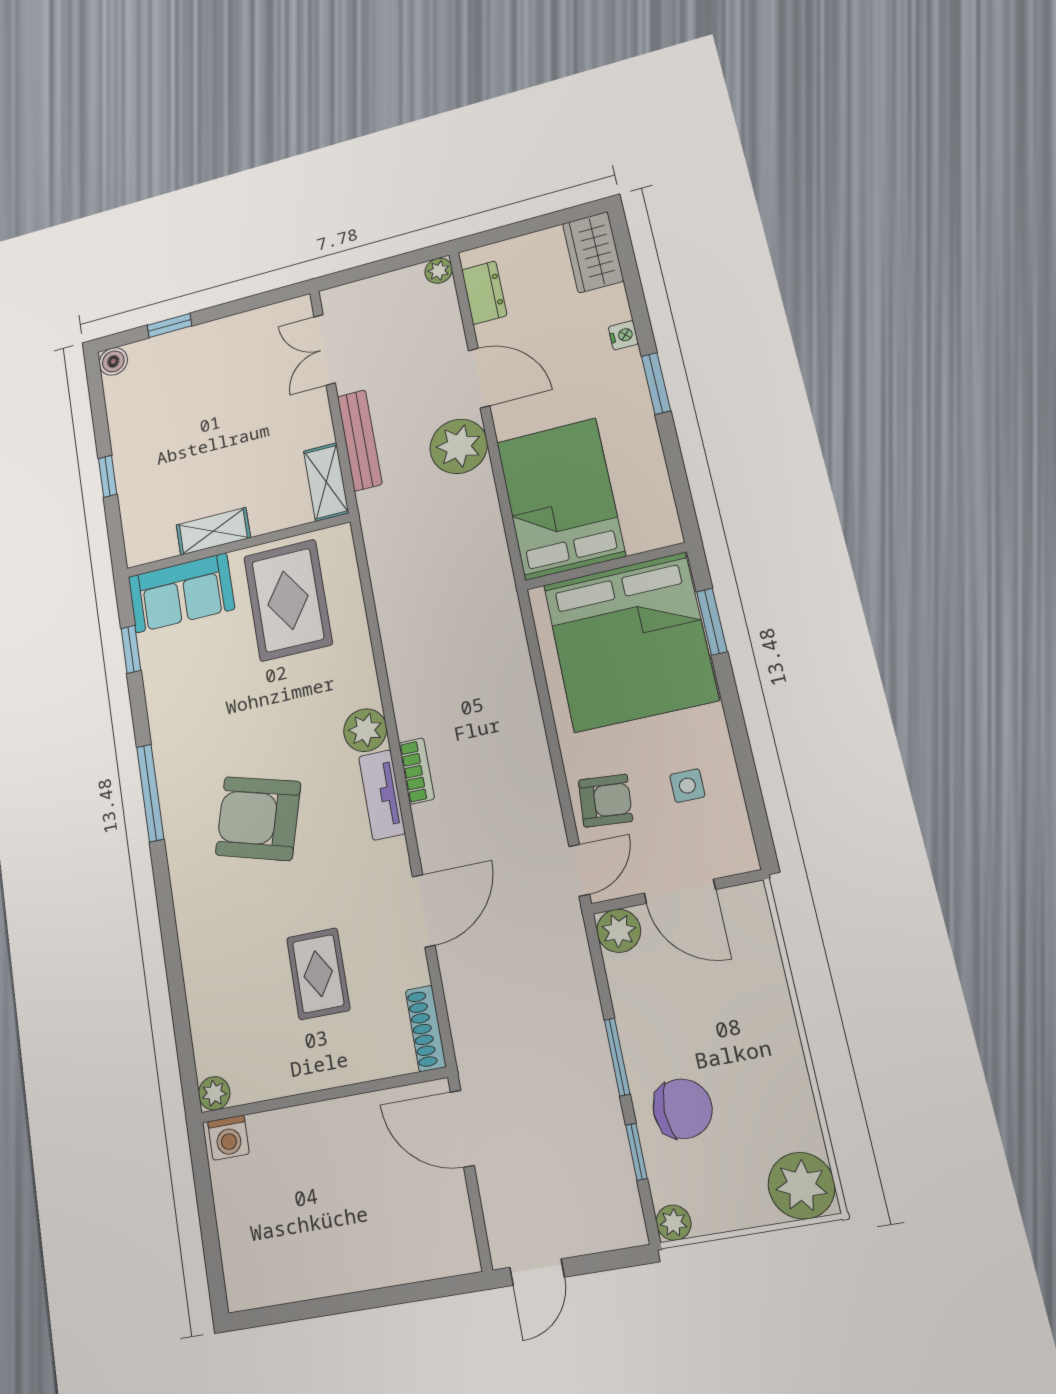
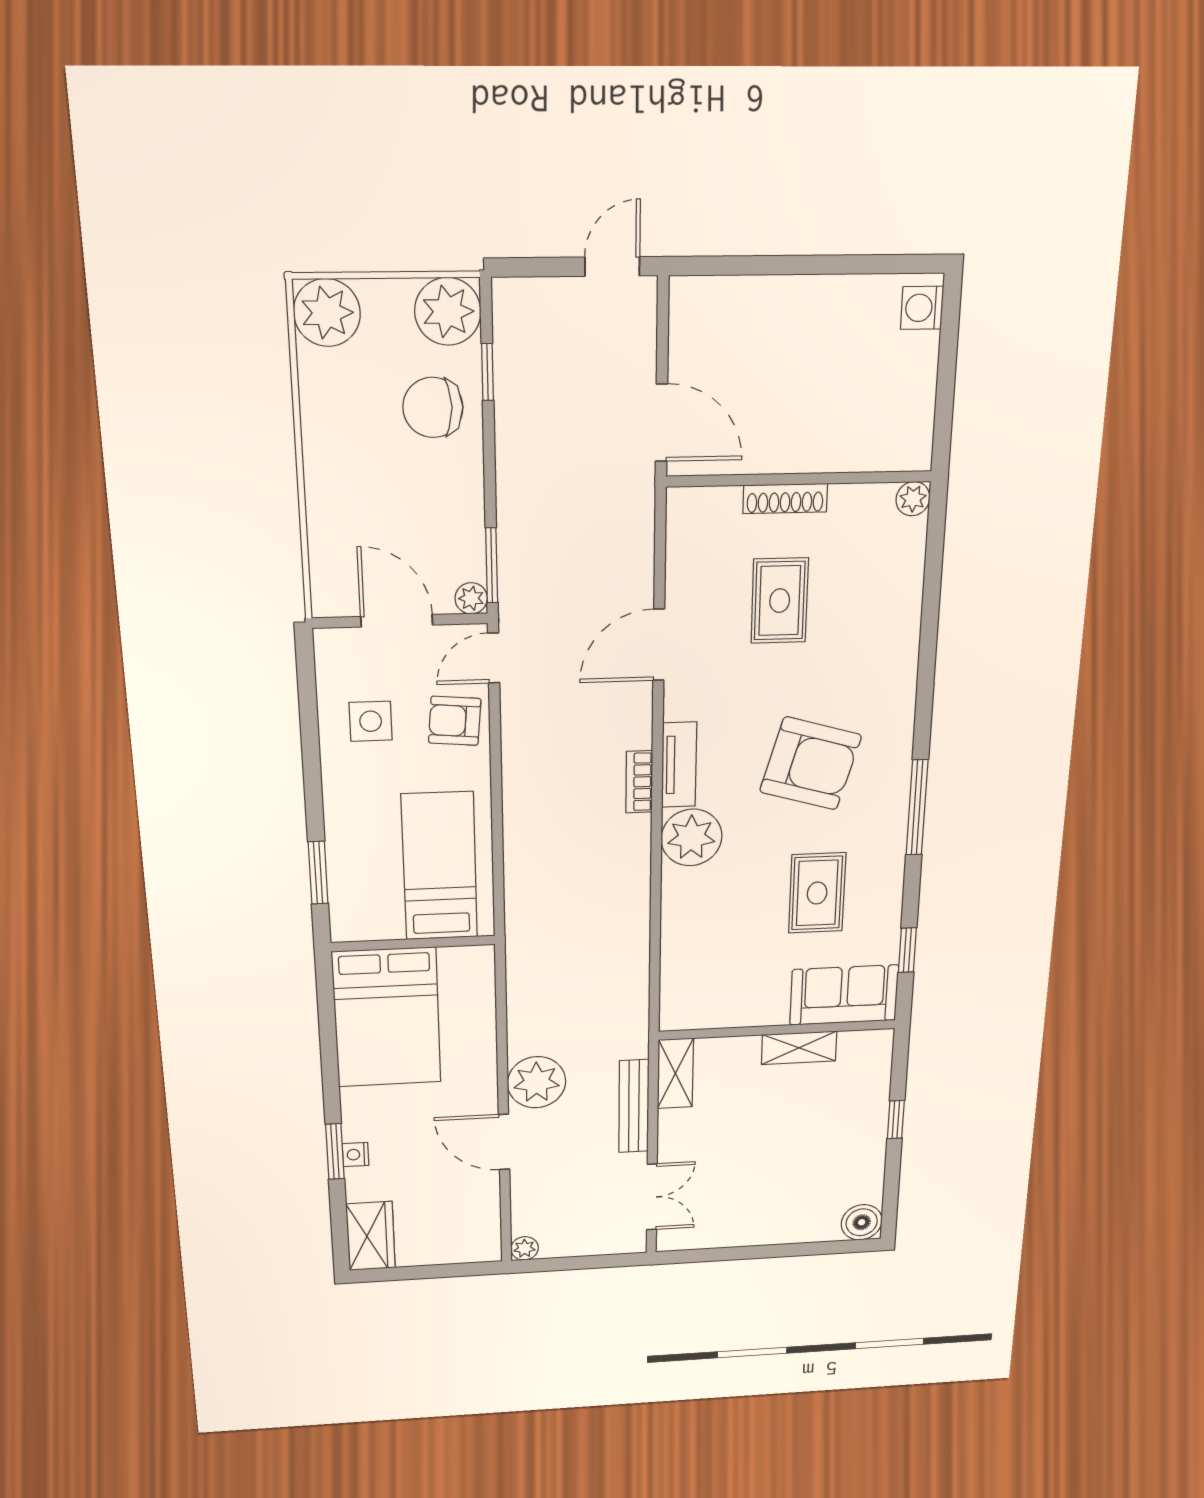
dresser: (484, 293) -> (484, 1220), removed
window: (170, 326) -> (803, 1249), removed
boiler: (113, 361) -> (862, 1222), width x1.36, depth x1.36
window: (656, 384) -> (335, 1152), moved
bed: (560, 499) -> (387, 1018), moved
rug: (288, 600) -> (817, 893), moved, width x0.73, depth x0.70
bed: (630, 642) -> (440, 866), width x0.49
plant: (365, 730) -> (691, 837), width x1.36, depth x1.36
side table: (687, 786) -> (371, 721), width x1.37, depth x1.37
plant: (619, 931) -> (471, 598), width x0.73, depth x0.73
shoe rack: (426, 1028) -> (785, 499), moved, turned 90
window: (617, 1057) -> (492, 565), moved
washing machine: (228, 1138) -> (922, 308), moved, turned -90
plant: (674, 1223) -> (448, 311), width x1.88, depth x1.88

